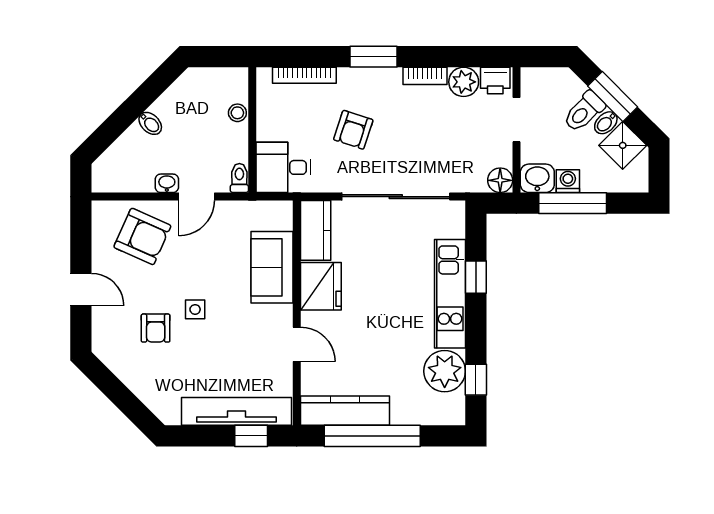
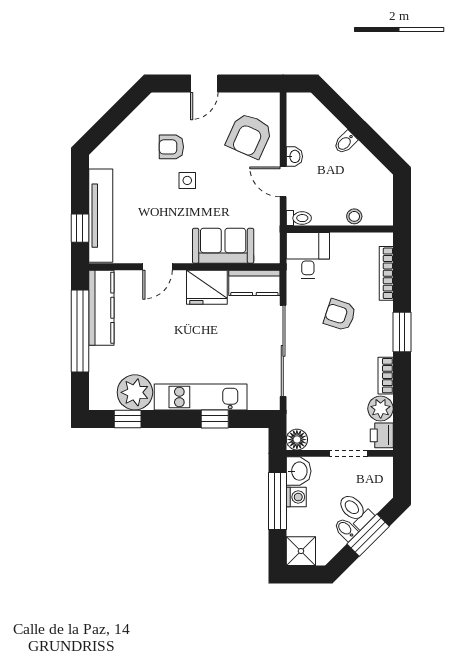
shower: (623, 145) -> (301, 551), moved, turned 45

